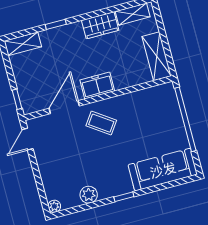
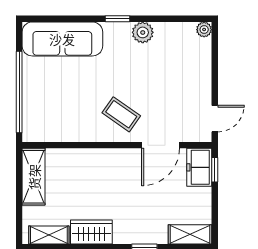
freezer: (97, 86) -> (199, 167), moved, turned 90
plant: (89, 195) -> (143, 32), moved

